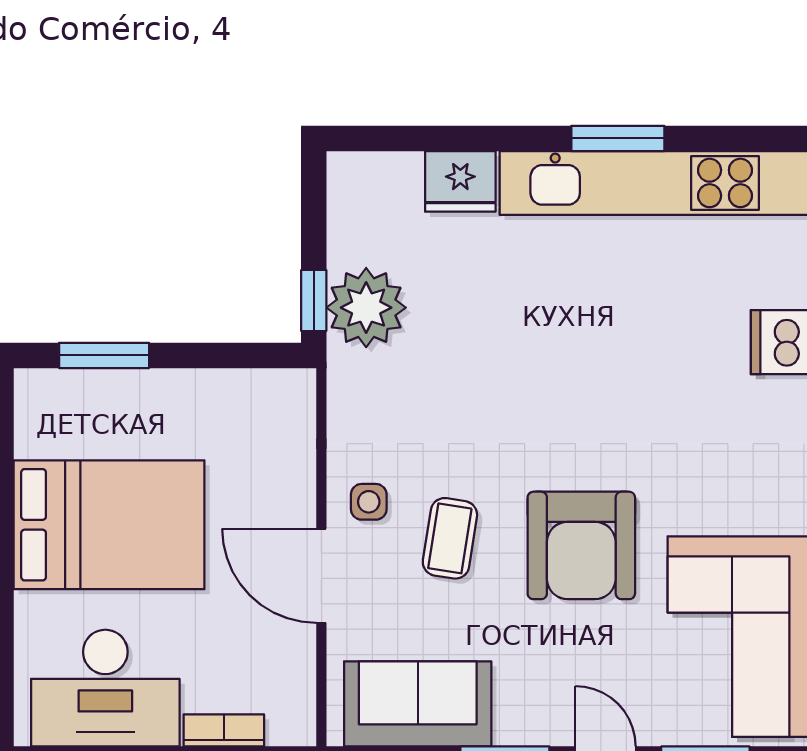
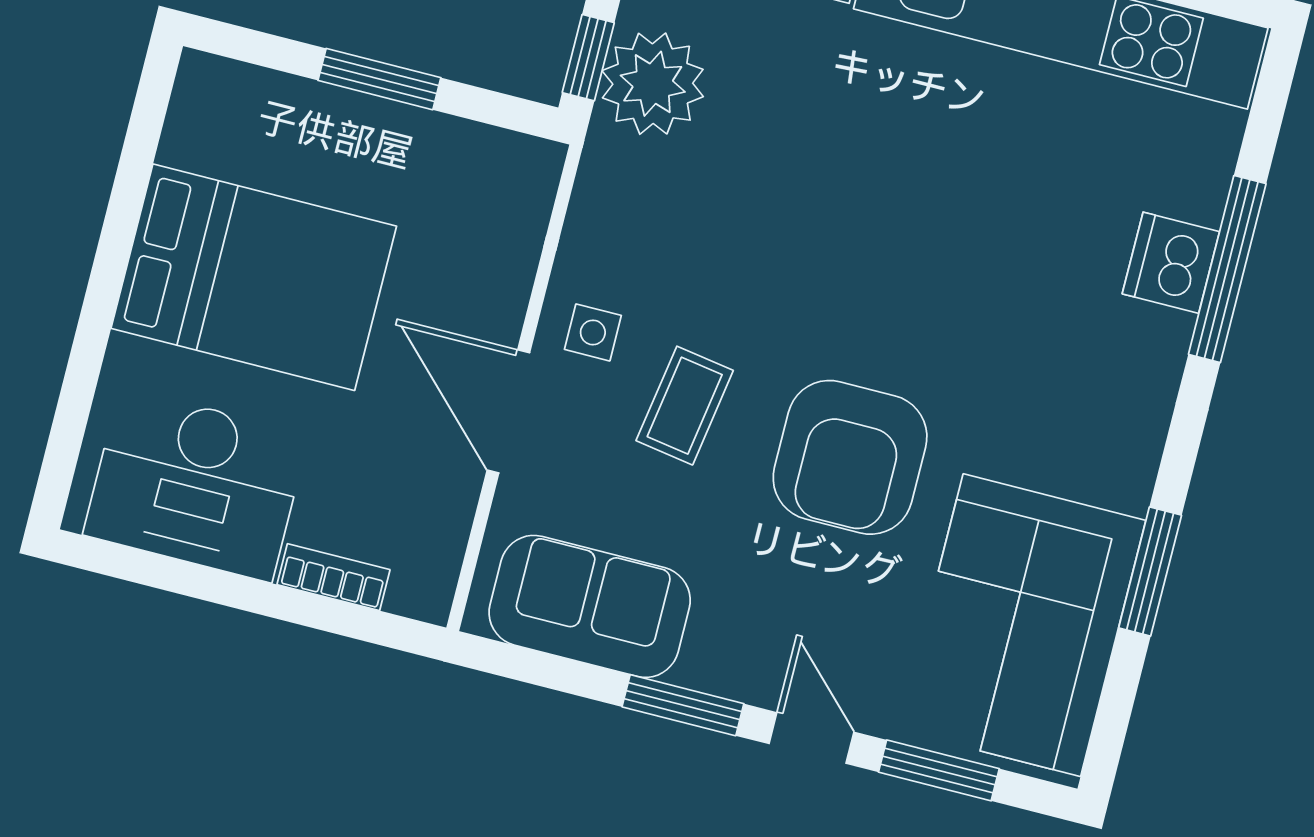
window: (104, 355) -> (379, 79), moved

